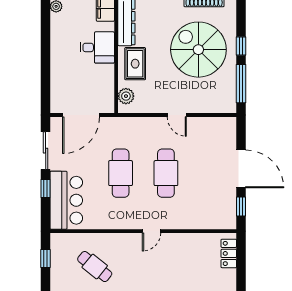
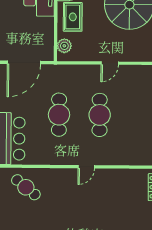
door: (177, 115) -> (110, 63), hinge flipped
cafe table: (95, 267) -> (26, 187), moved

